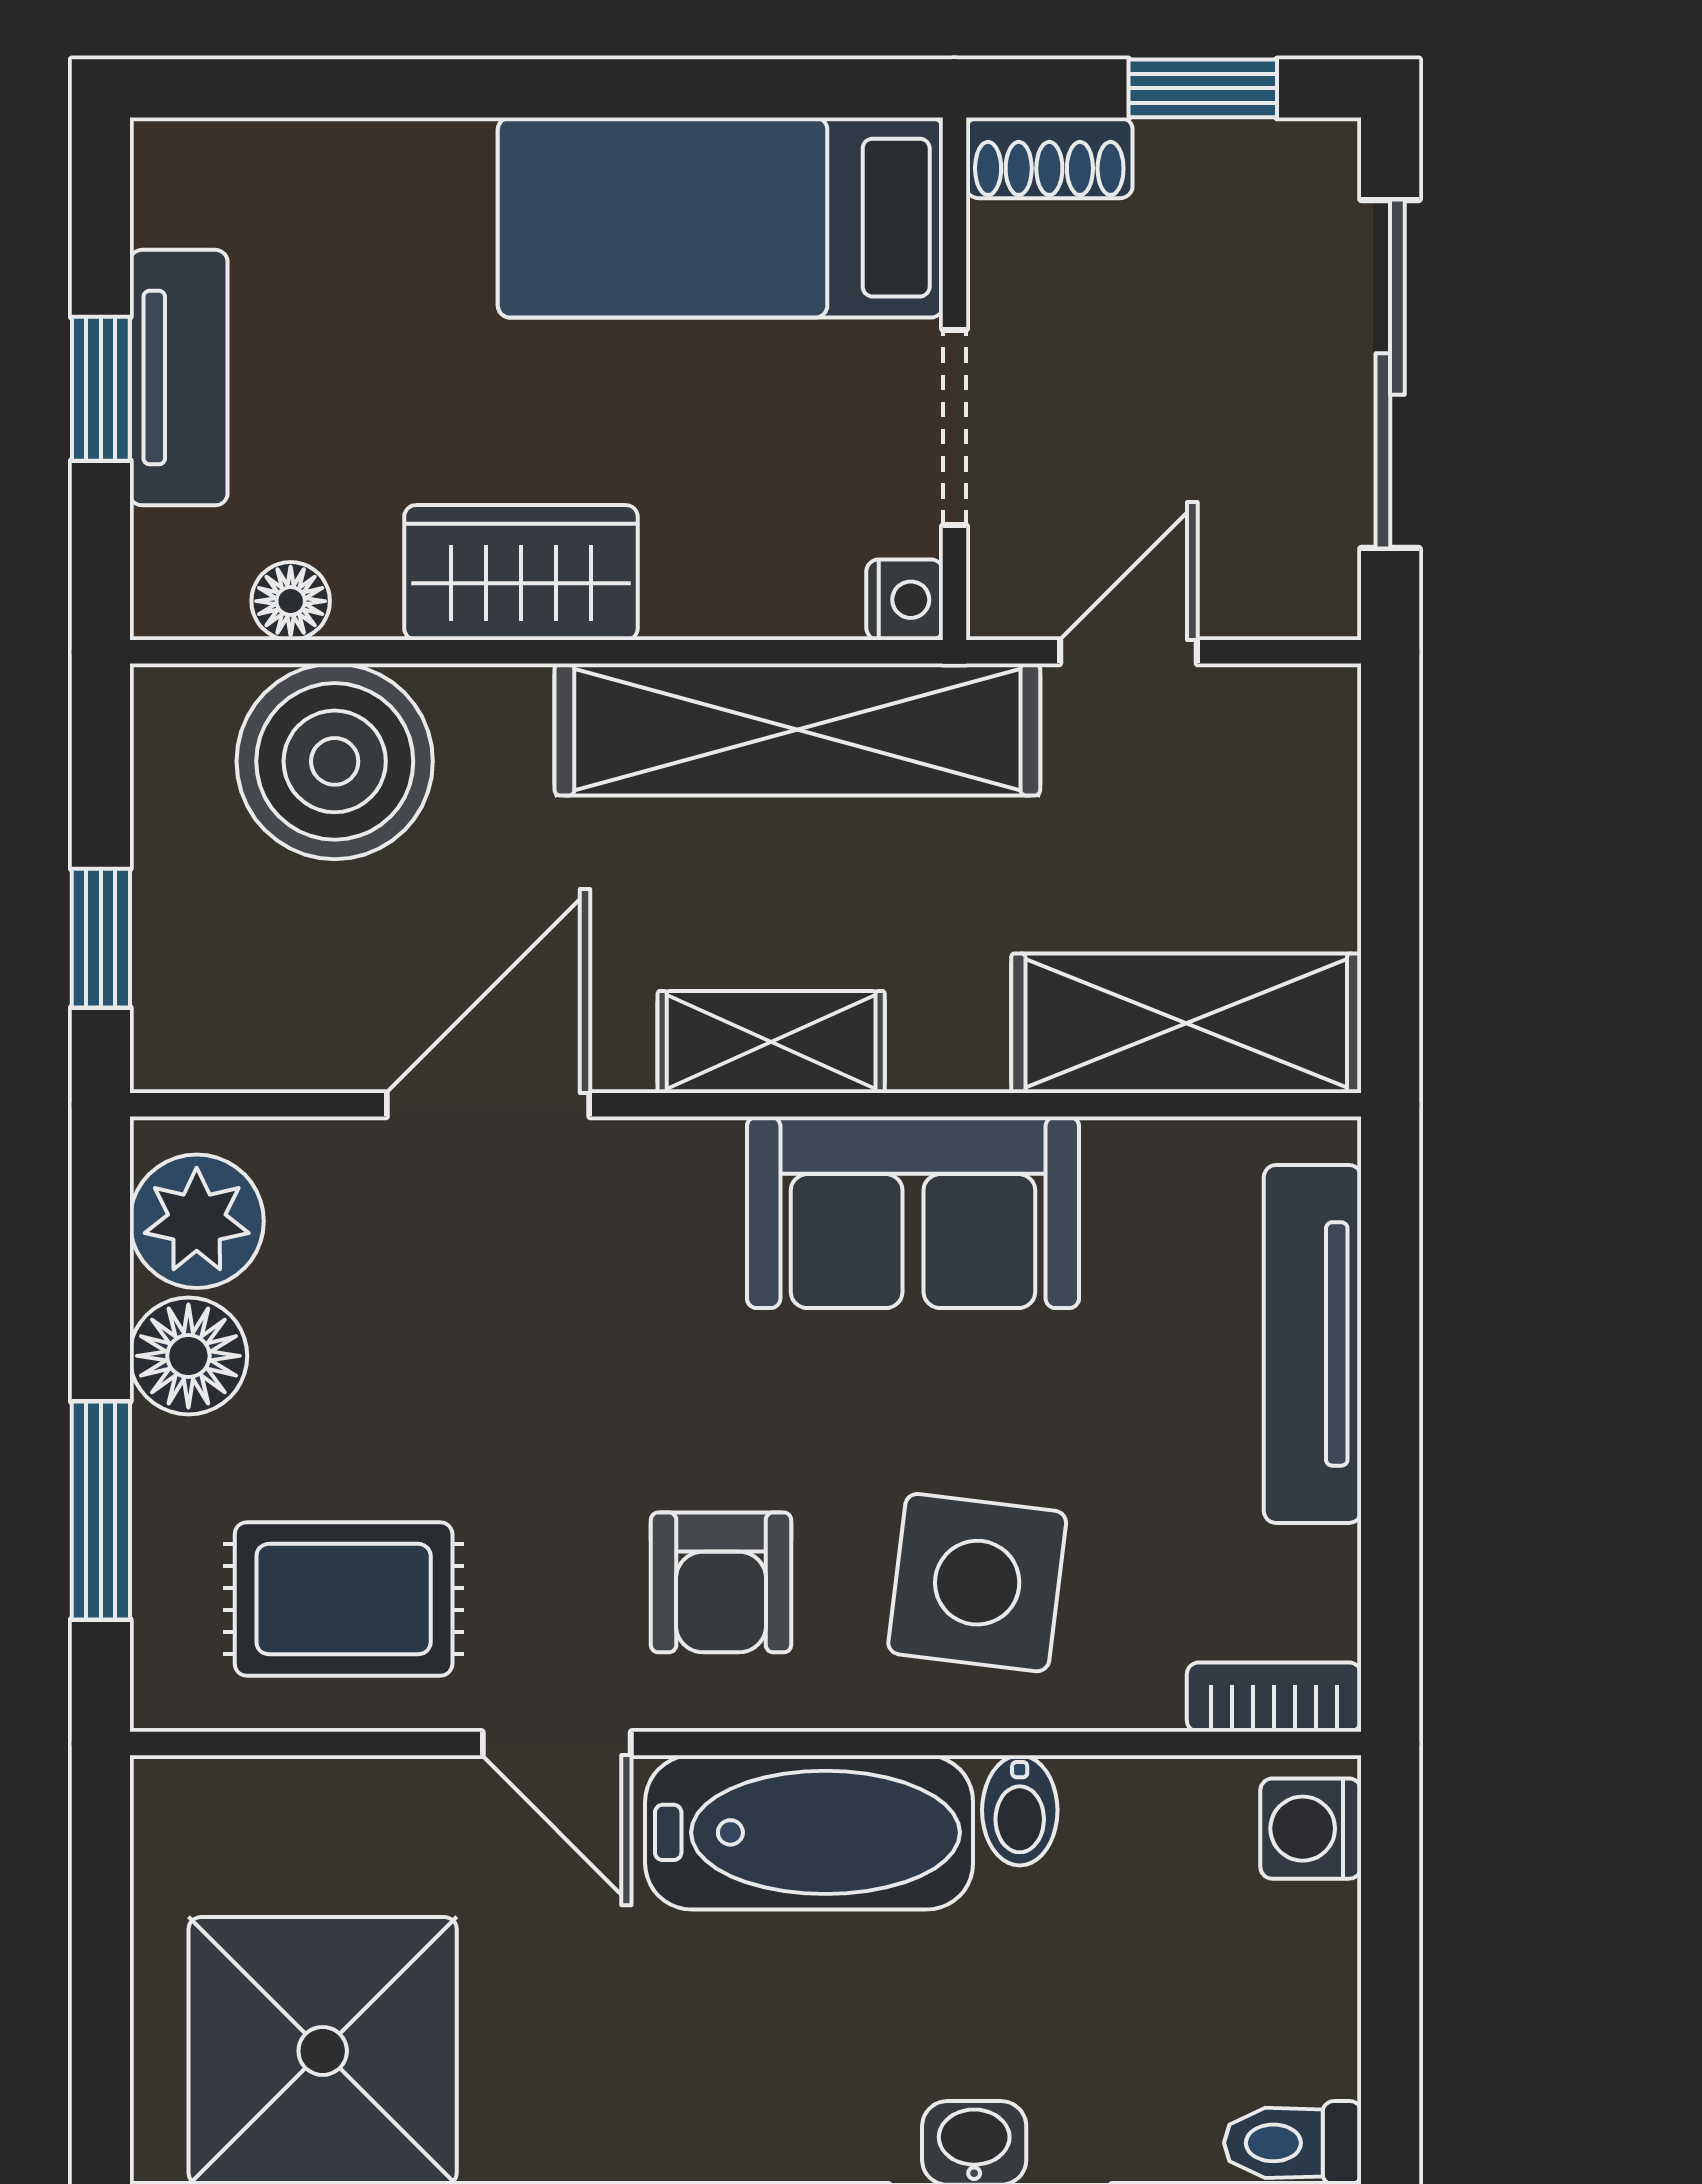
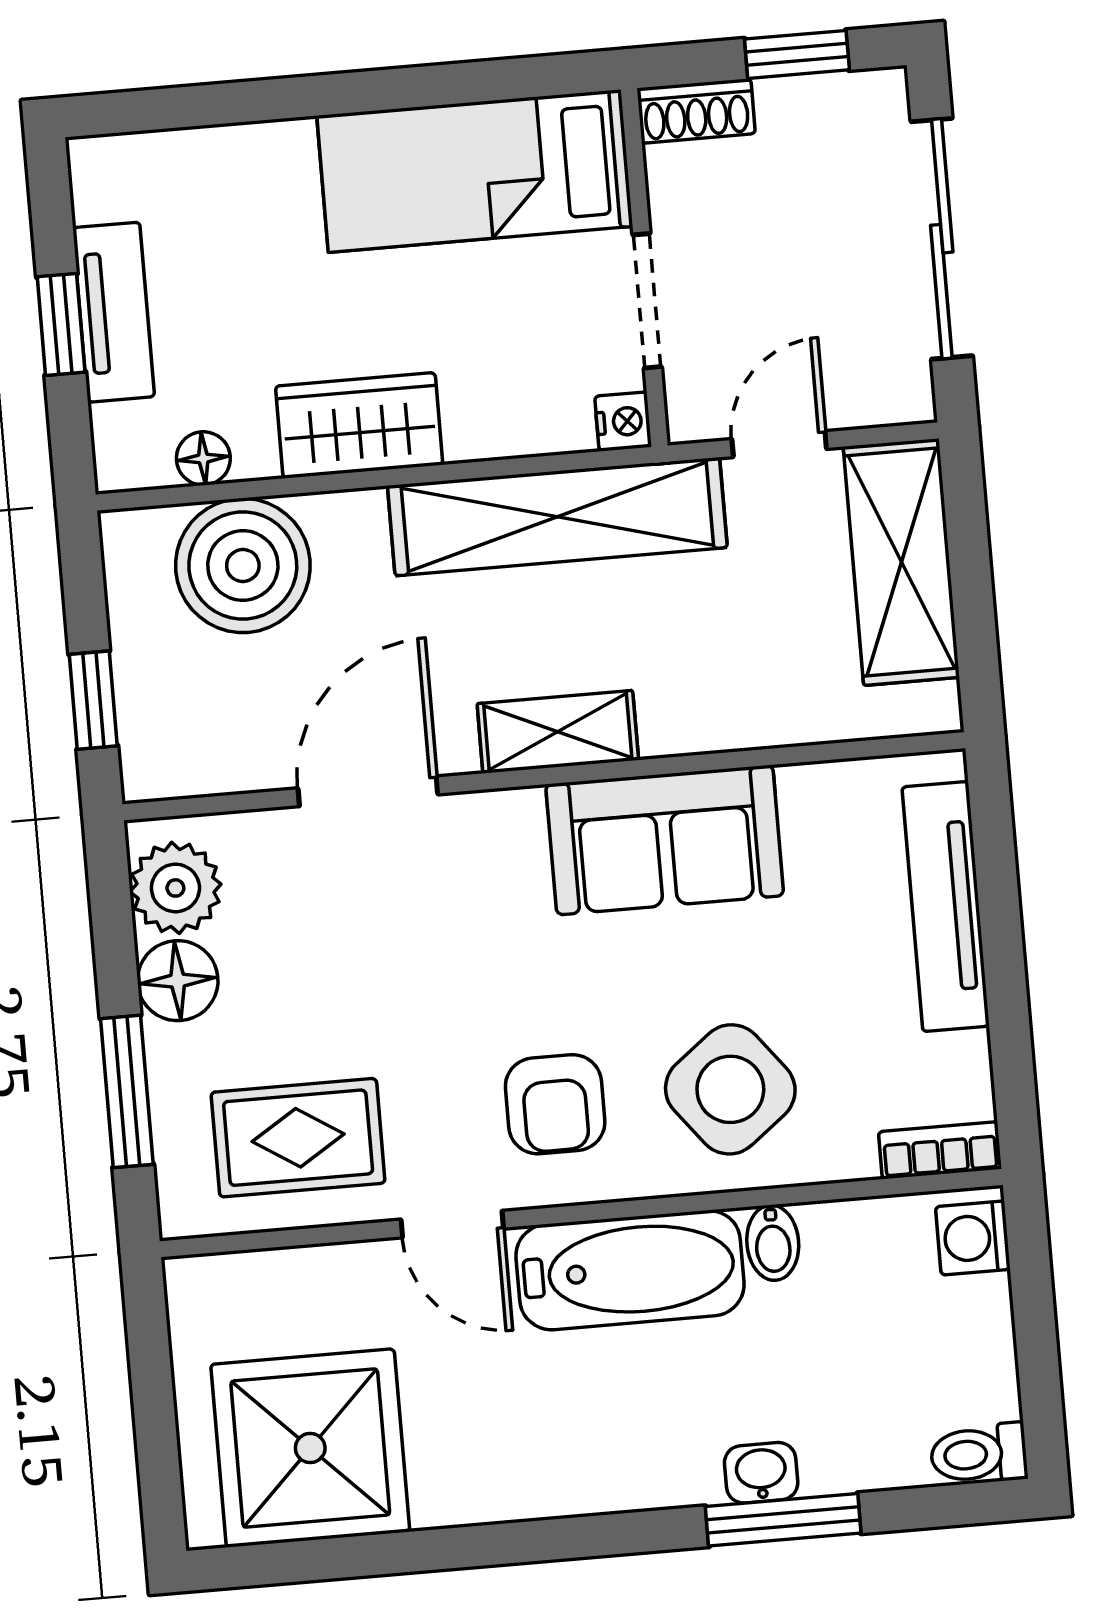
shelving: (1186, 1023) -> (901, 562), moved, turned 90
side table: (977, 1583) -> (730, 1089), turned 45

